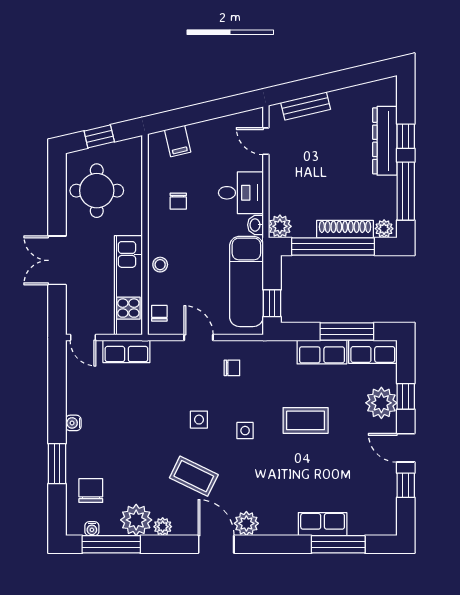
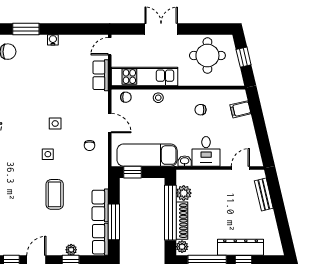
plant: (280, 226) -> (184, 193), moved
door: (199, 338) -> (110, 123), hinge flipped
plant: (381, 403) -> (71, 250), width x0.53, depth x0.53
coffee table: (194, 476) -> (17, 120), removed

